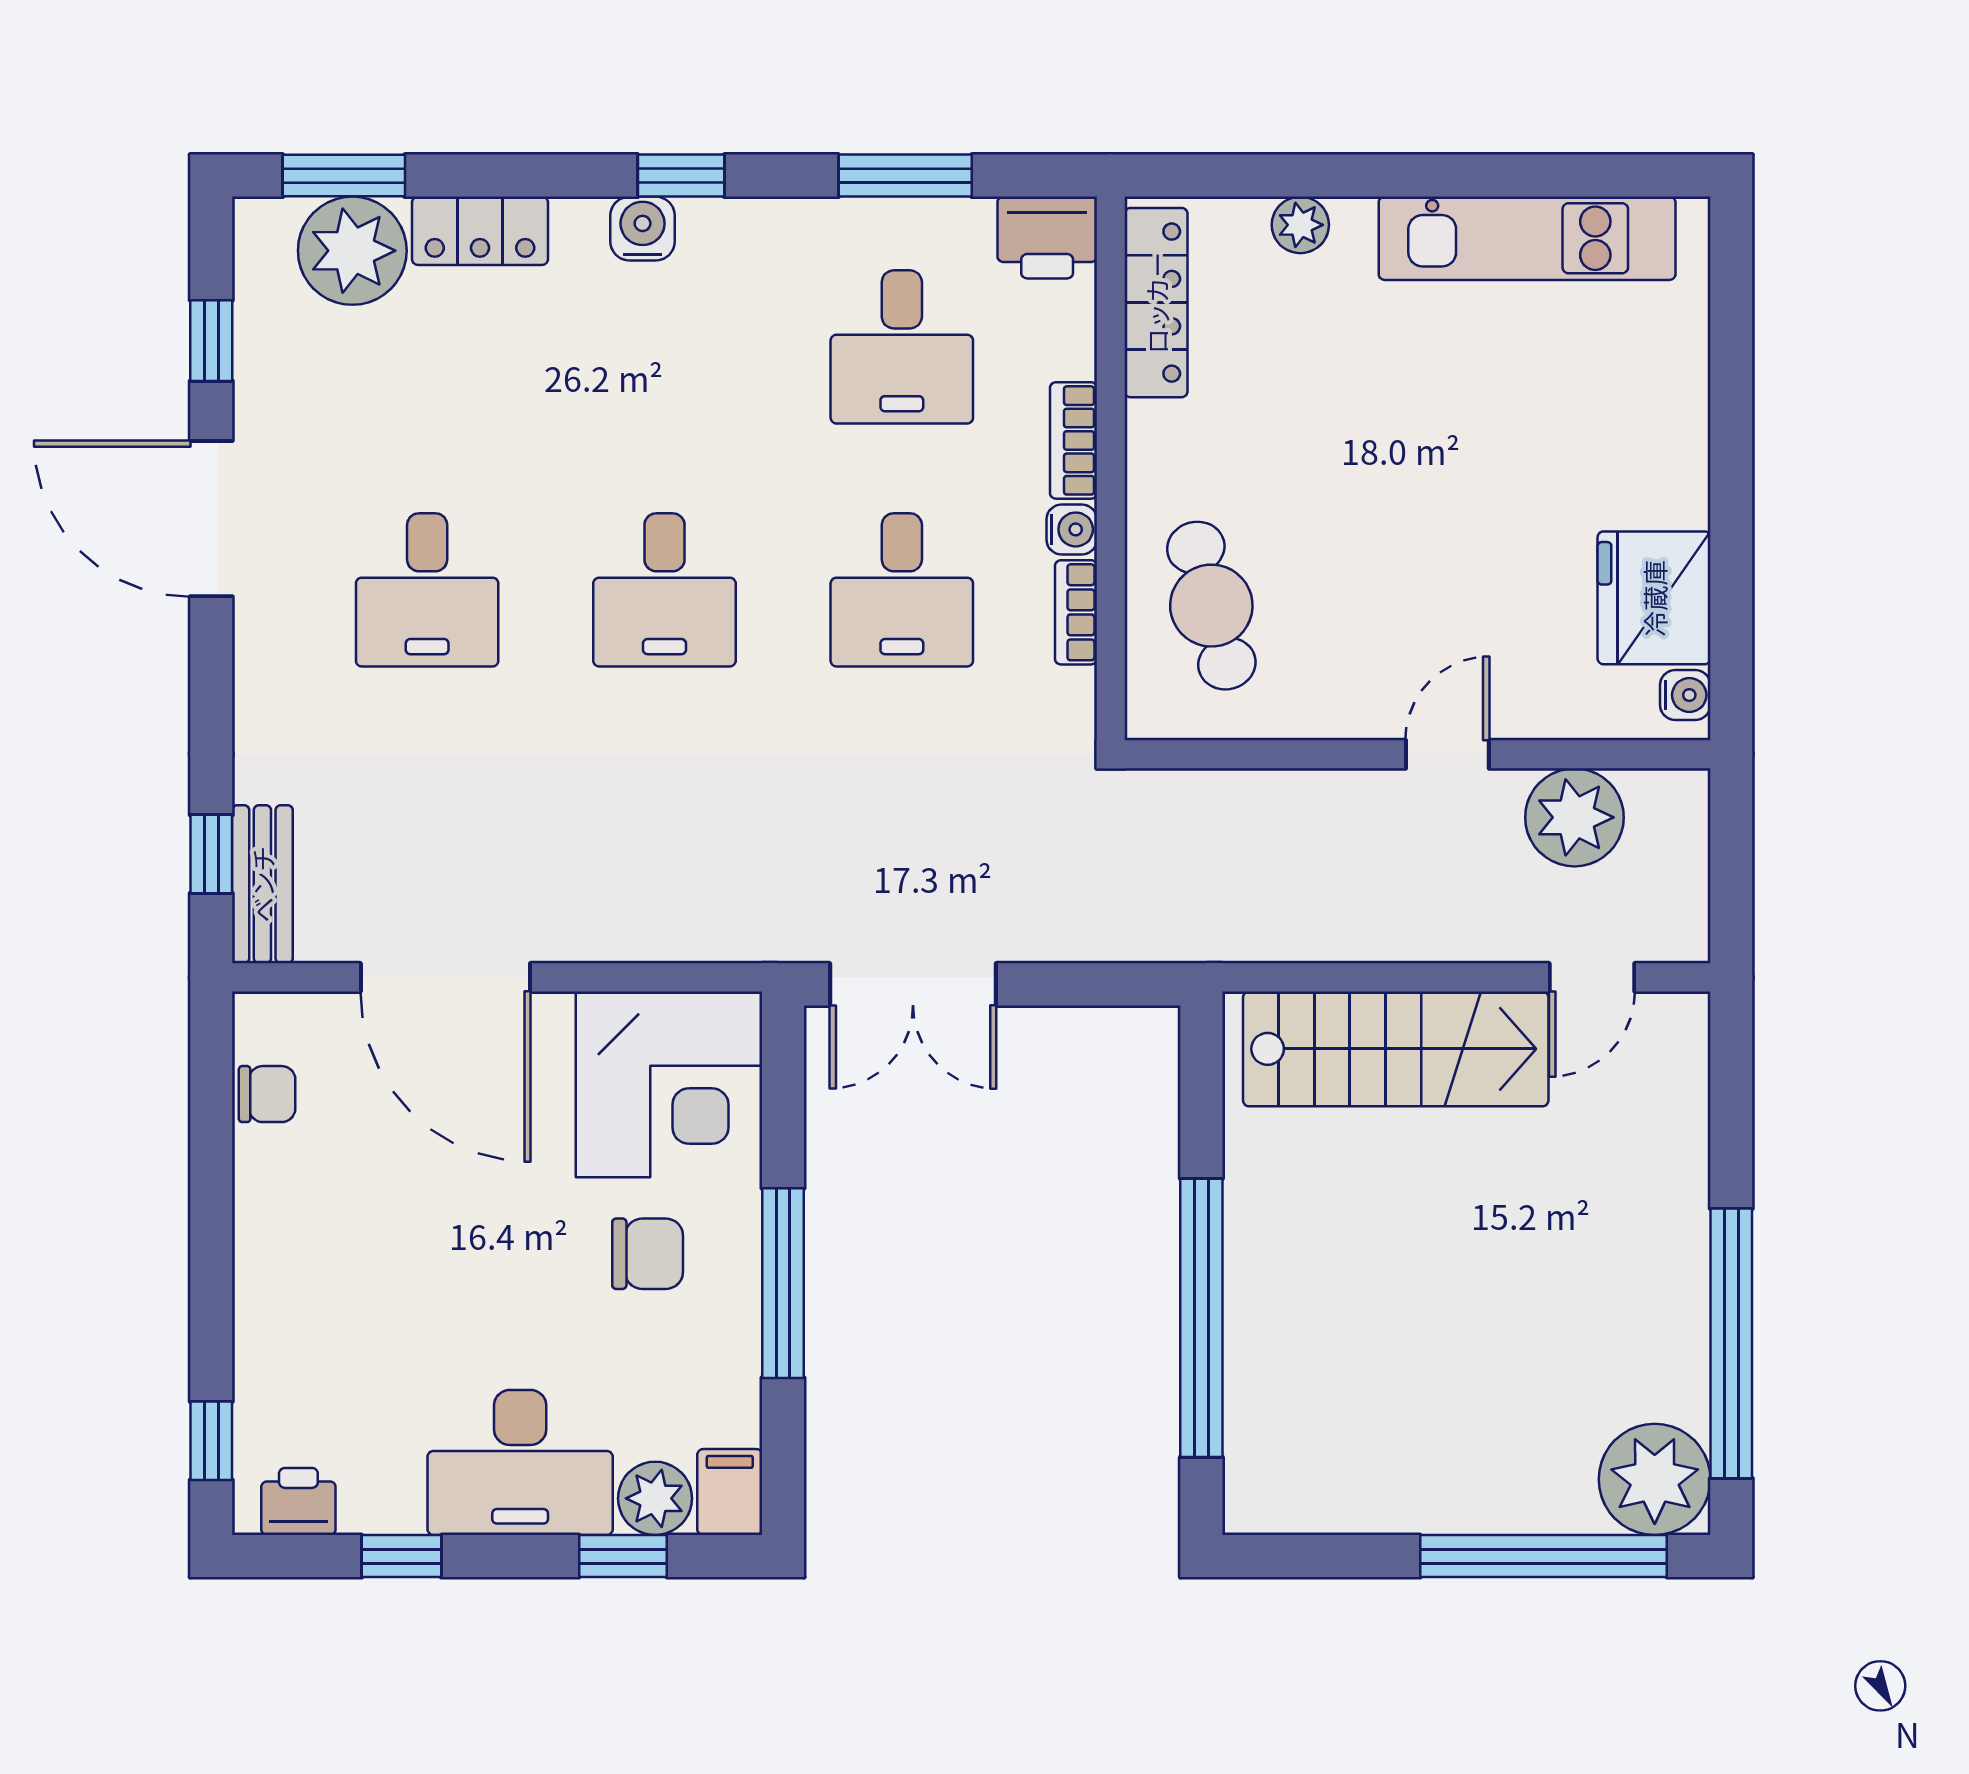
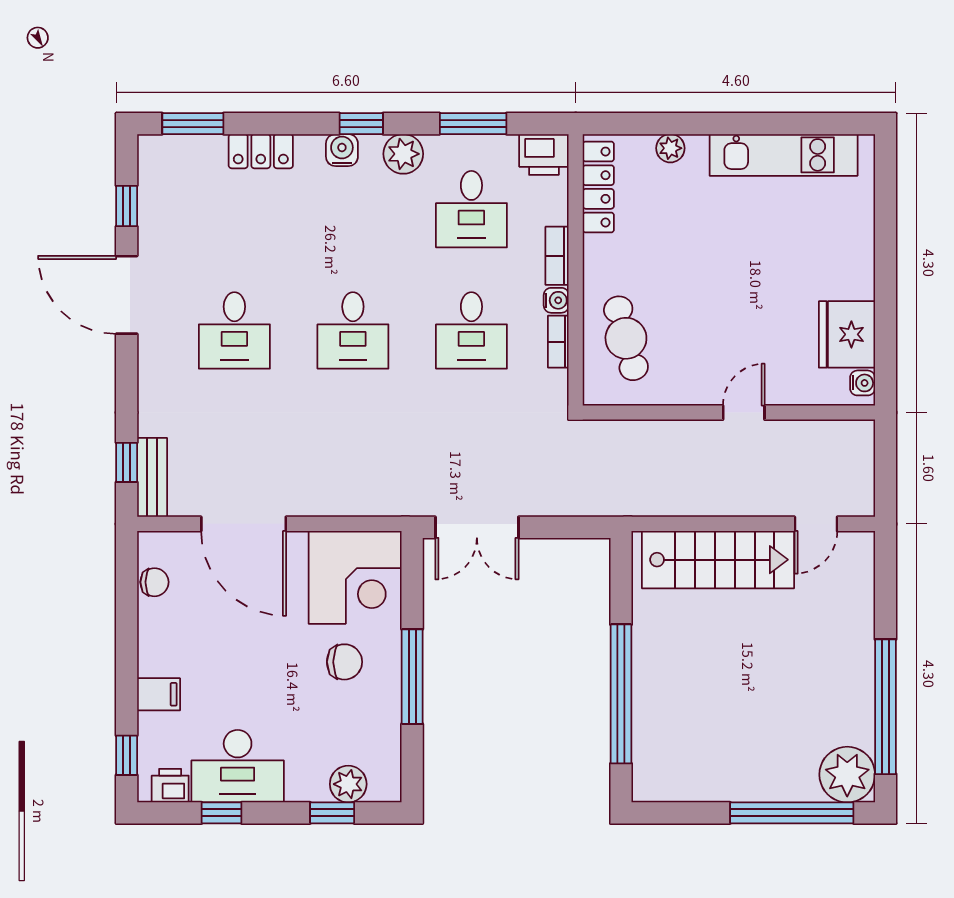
plant: (352, 251) -> (403, 154), moved, width x0.73, depth x0.73
plant: (1574, 817) -> (807, 444), removed
desk: (520, 1462) -> (238, 766), moved
filing cabinet: (730, 1492) -> (159, 694), moved, turned 90

